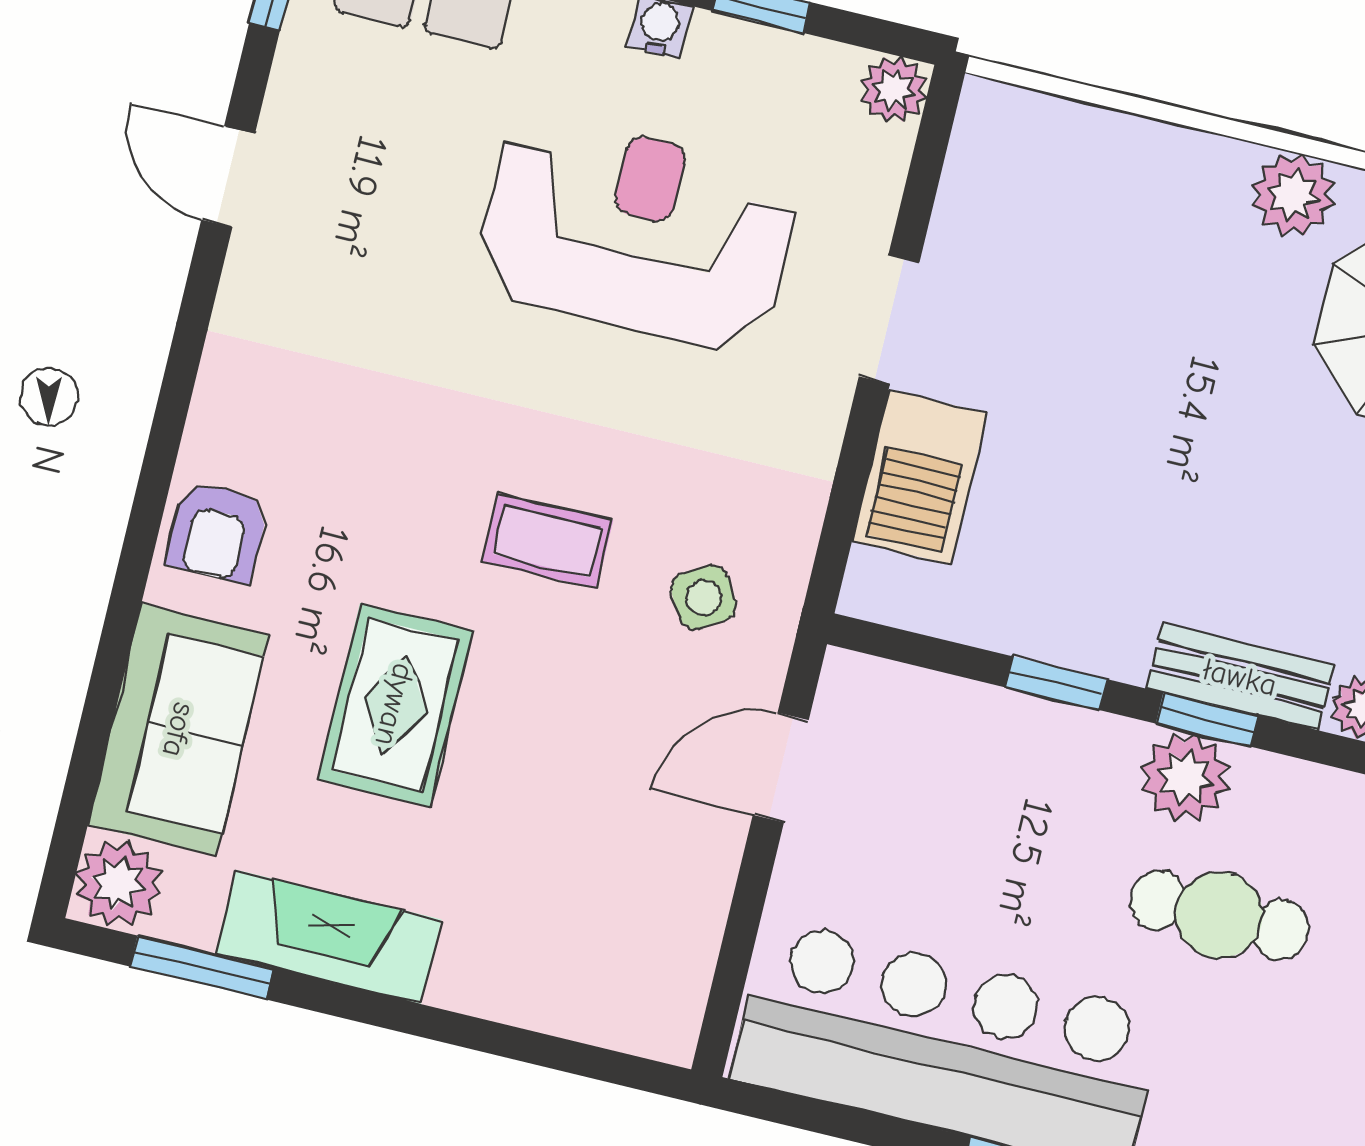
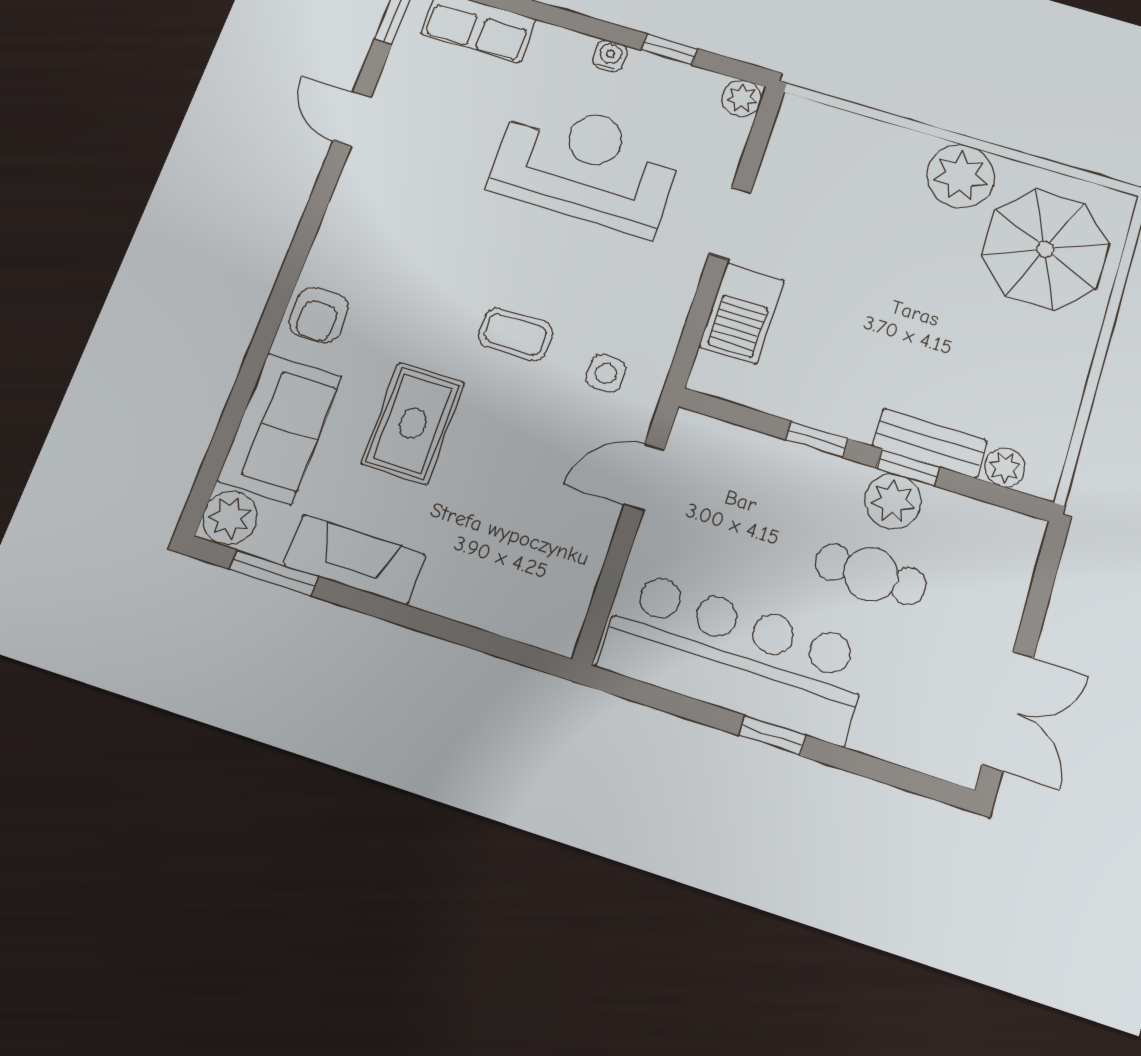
plant: (1293, 195) -> (961, 176), width x1.36, depth x1.36
side table: (704, 597) -> (606, 373), turned 31
cafe table: (1219, 915) -> (871, 574), moved

